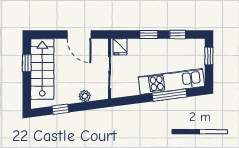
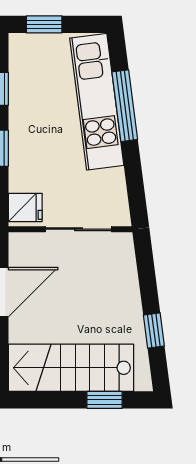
window: (27, 63) -> (105, 400), moved
plant: (85, 96) -> (127, 280), removed

